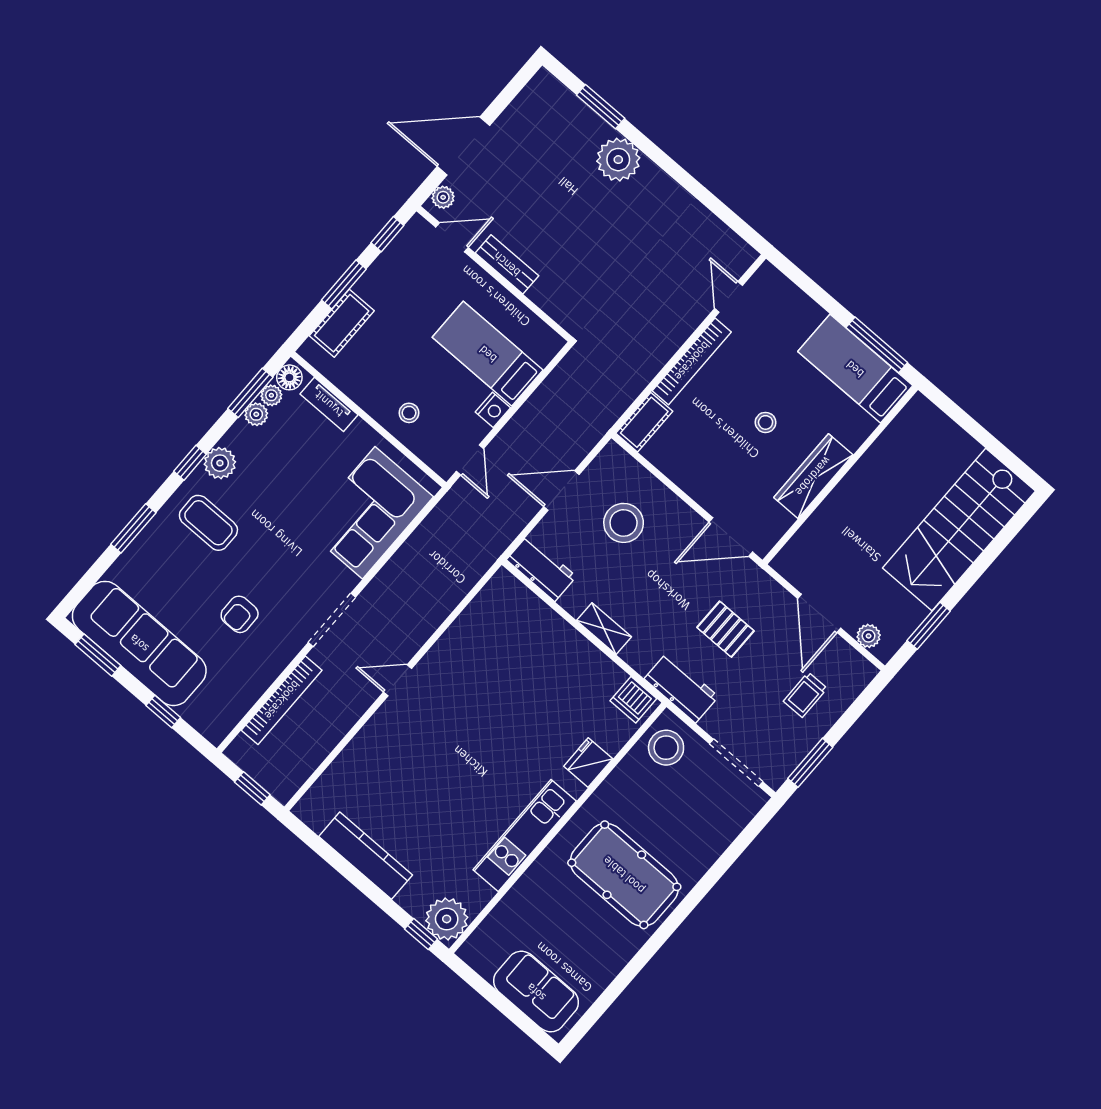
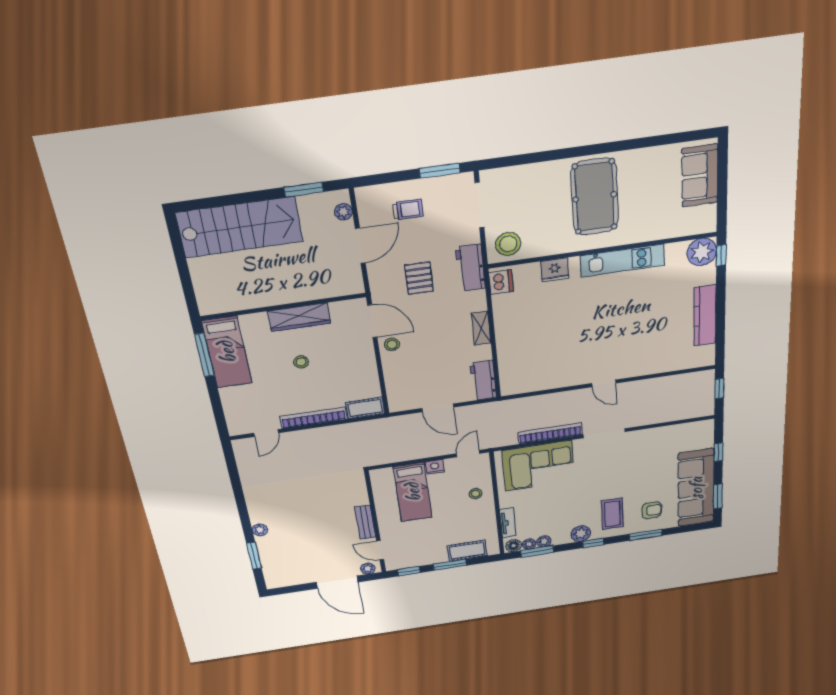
plant: (618, 160) -> (260, 530), width x0.53, depth x0.53
stool: (624, 523) -> (392, 344), moved, width x0.53, depth x0.53
armchair: (240, 614) -> (652, 510), moved
bookcase: (282, 700) -> (550, 433), moved

